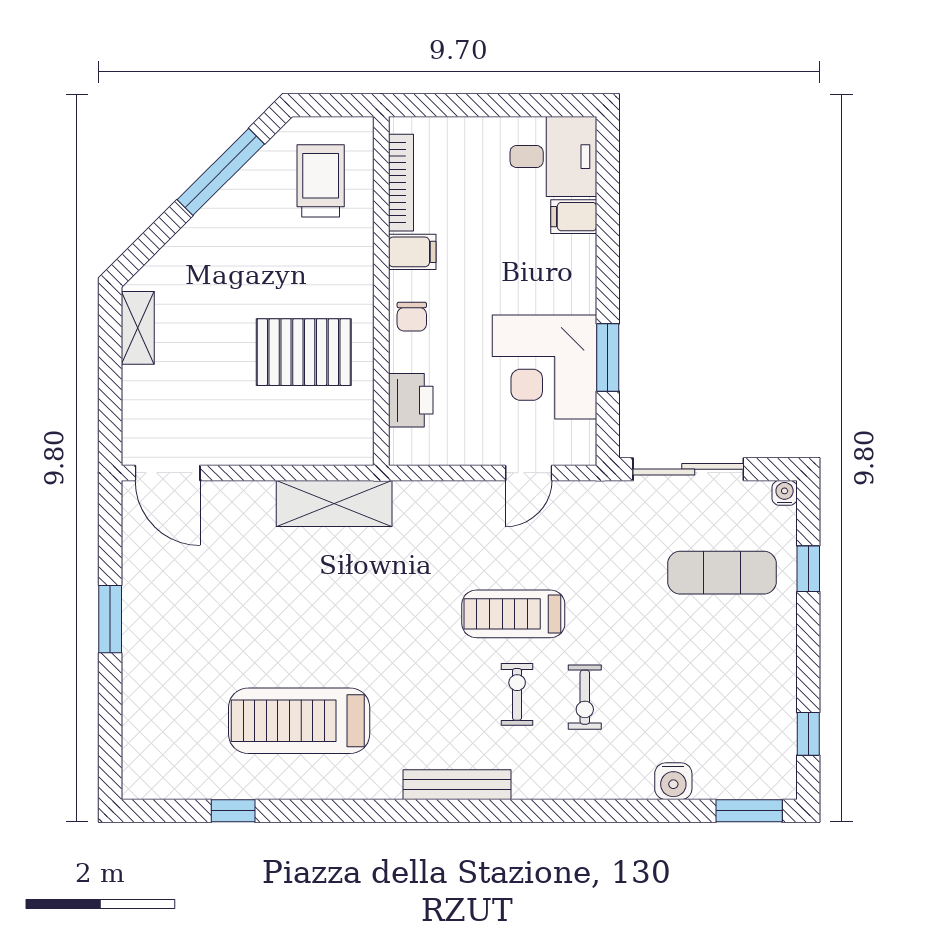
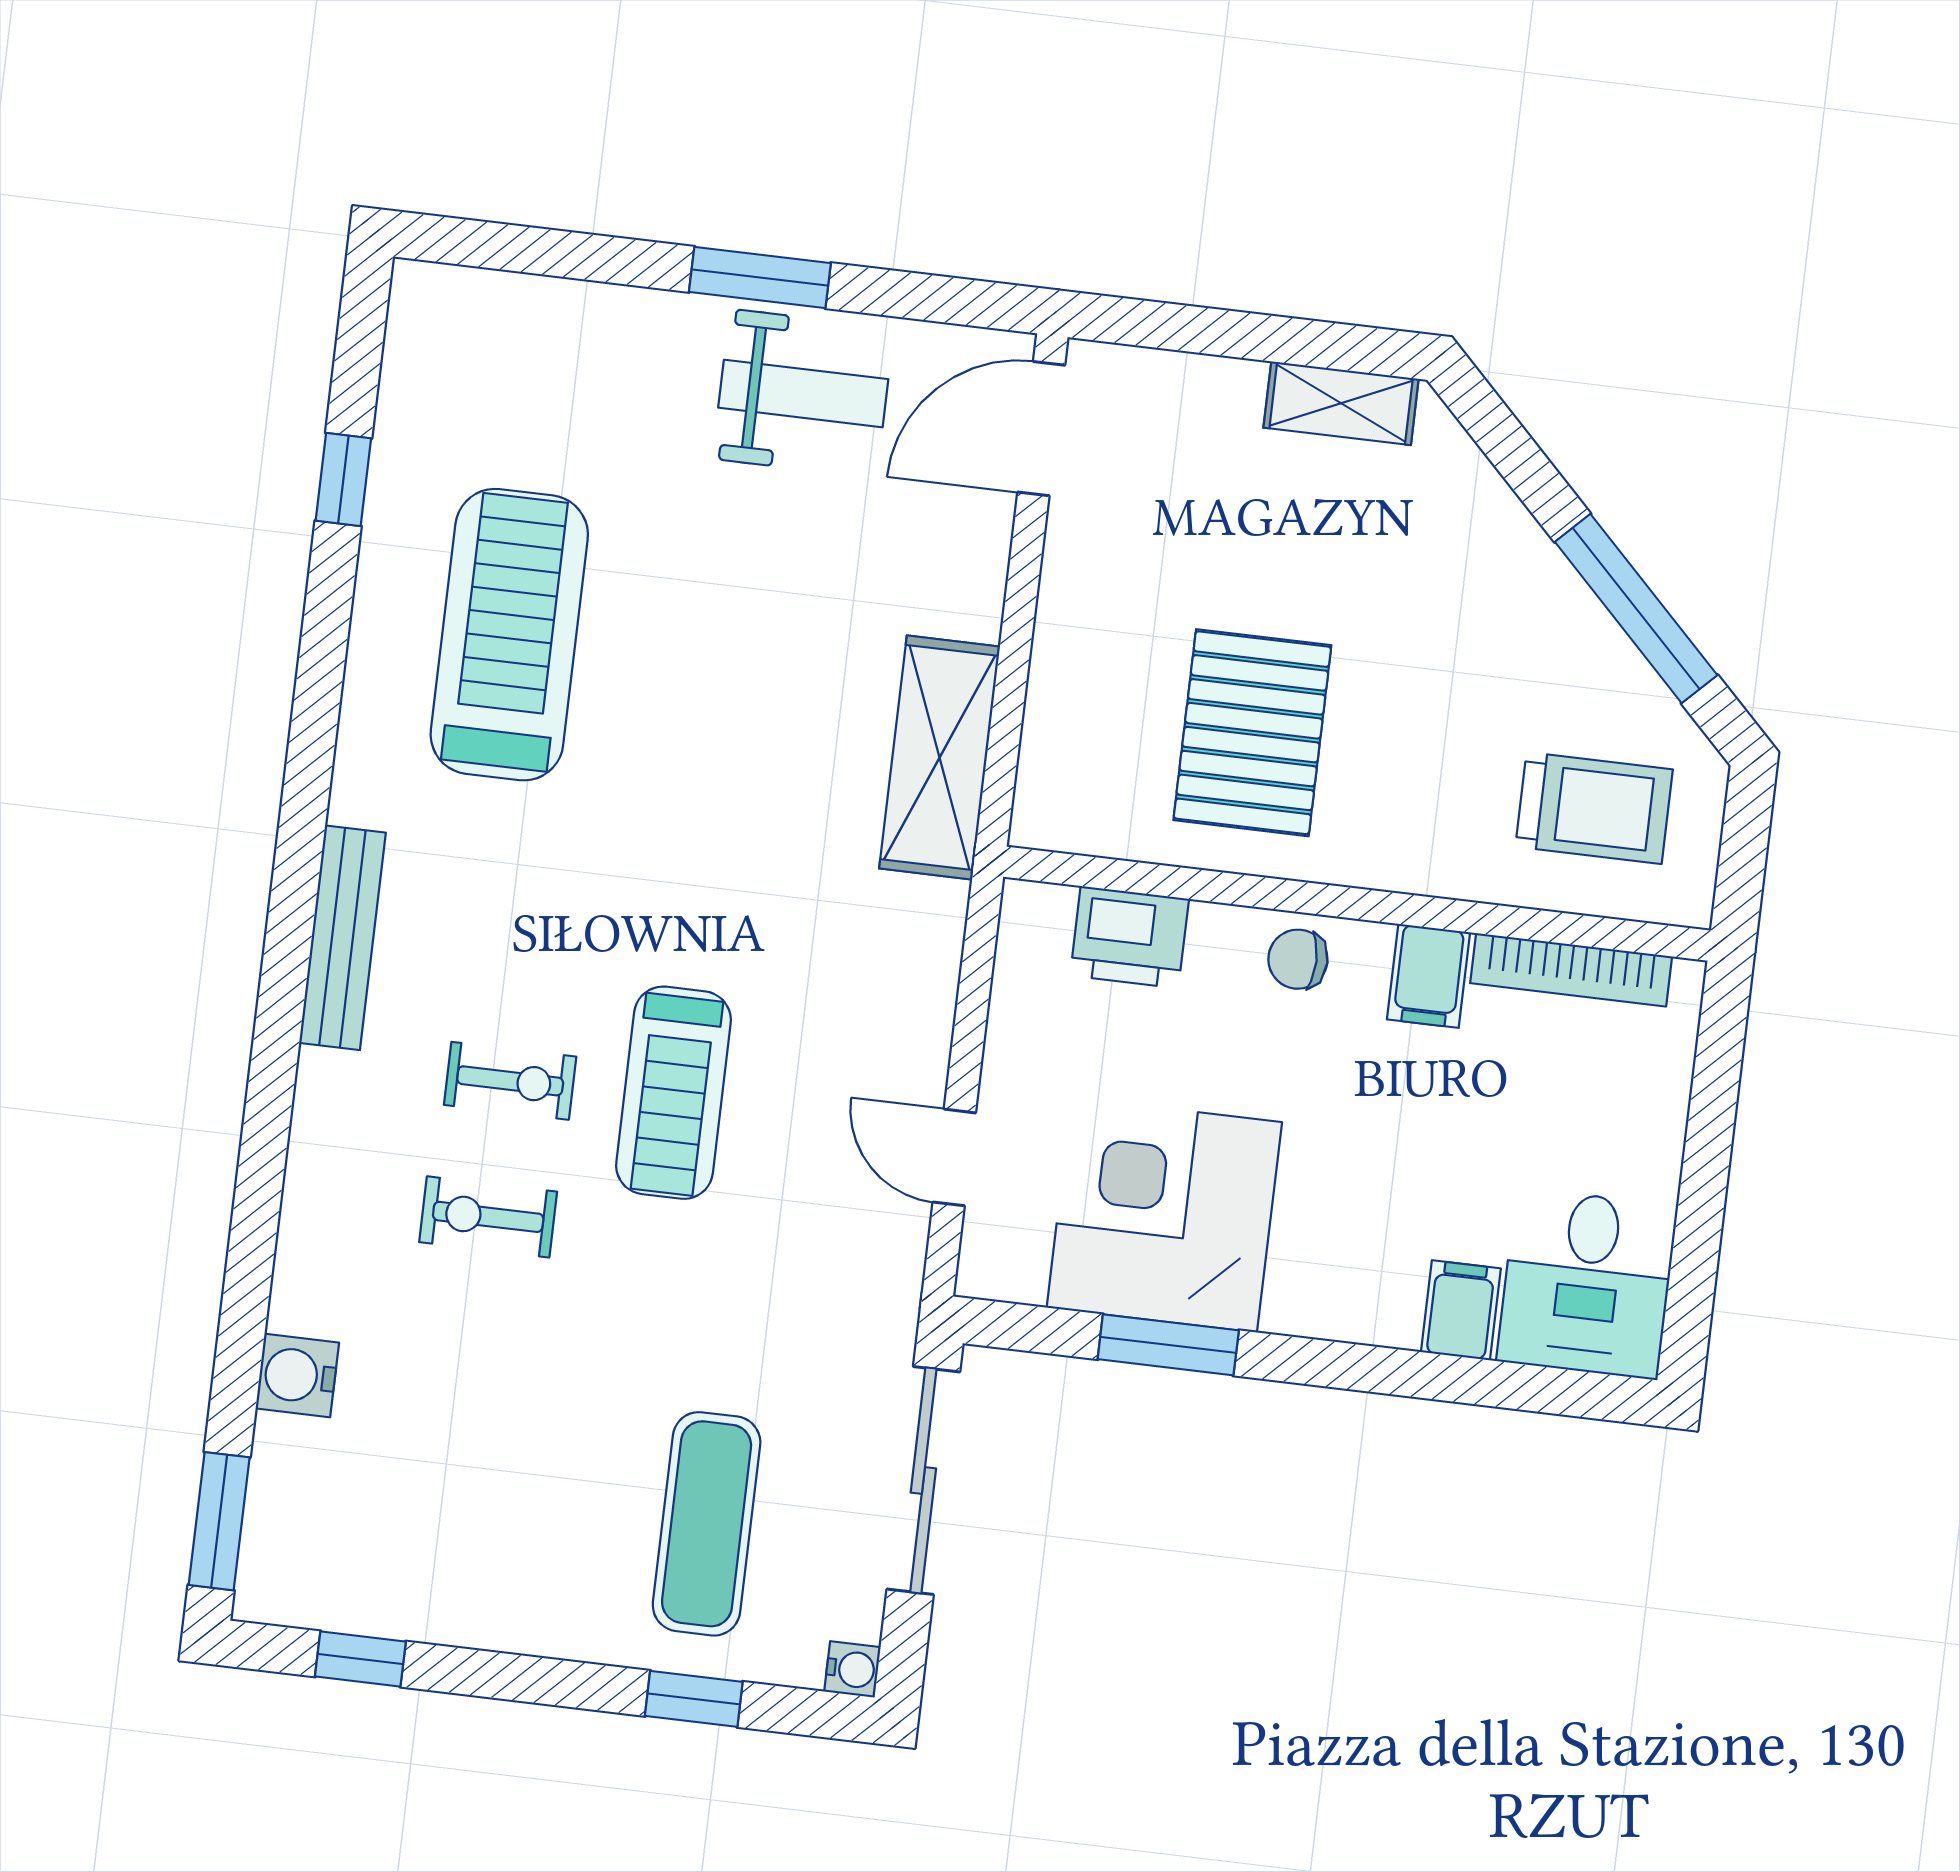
weight bench: (164, 591) -> (803, 393), added
treadmill: (513, 614) -> (673, 1093), turned 180

